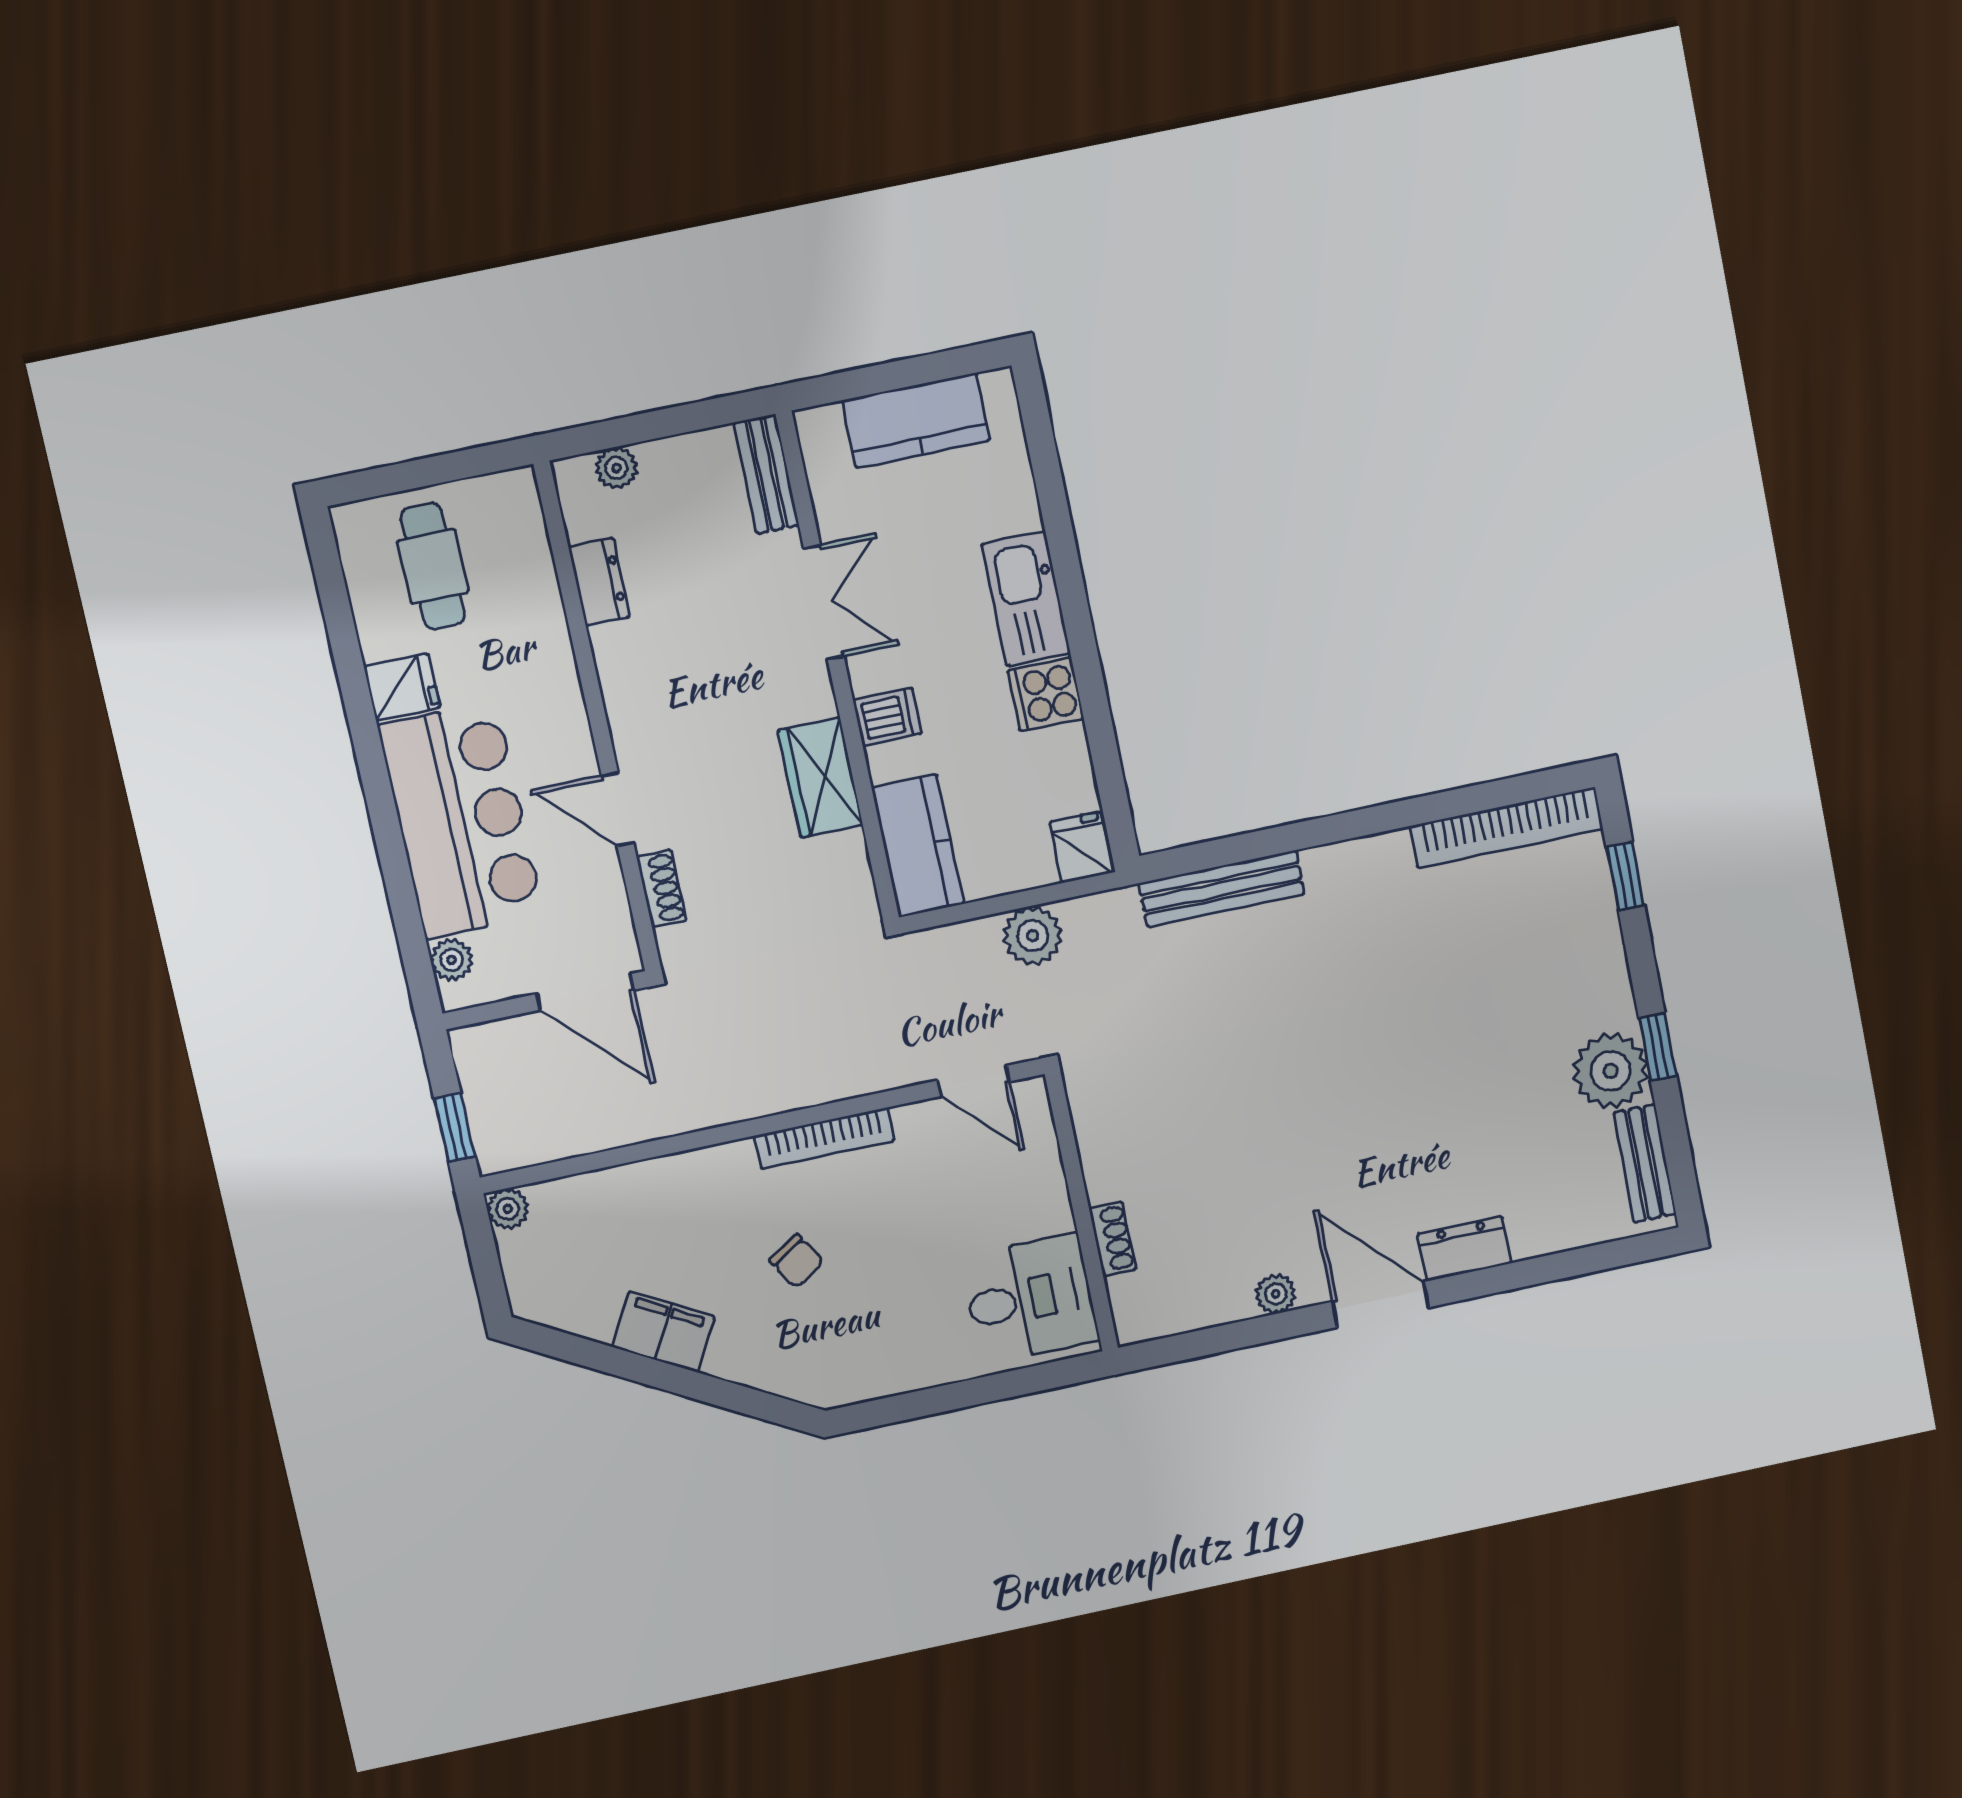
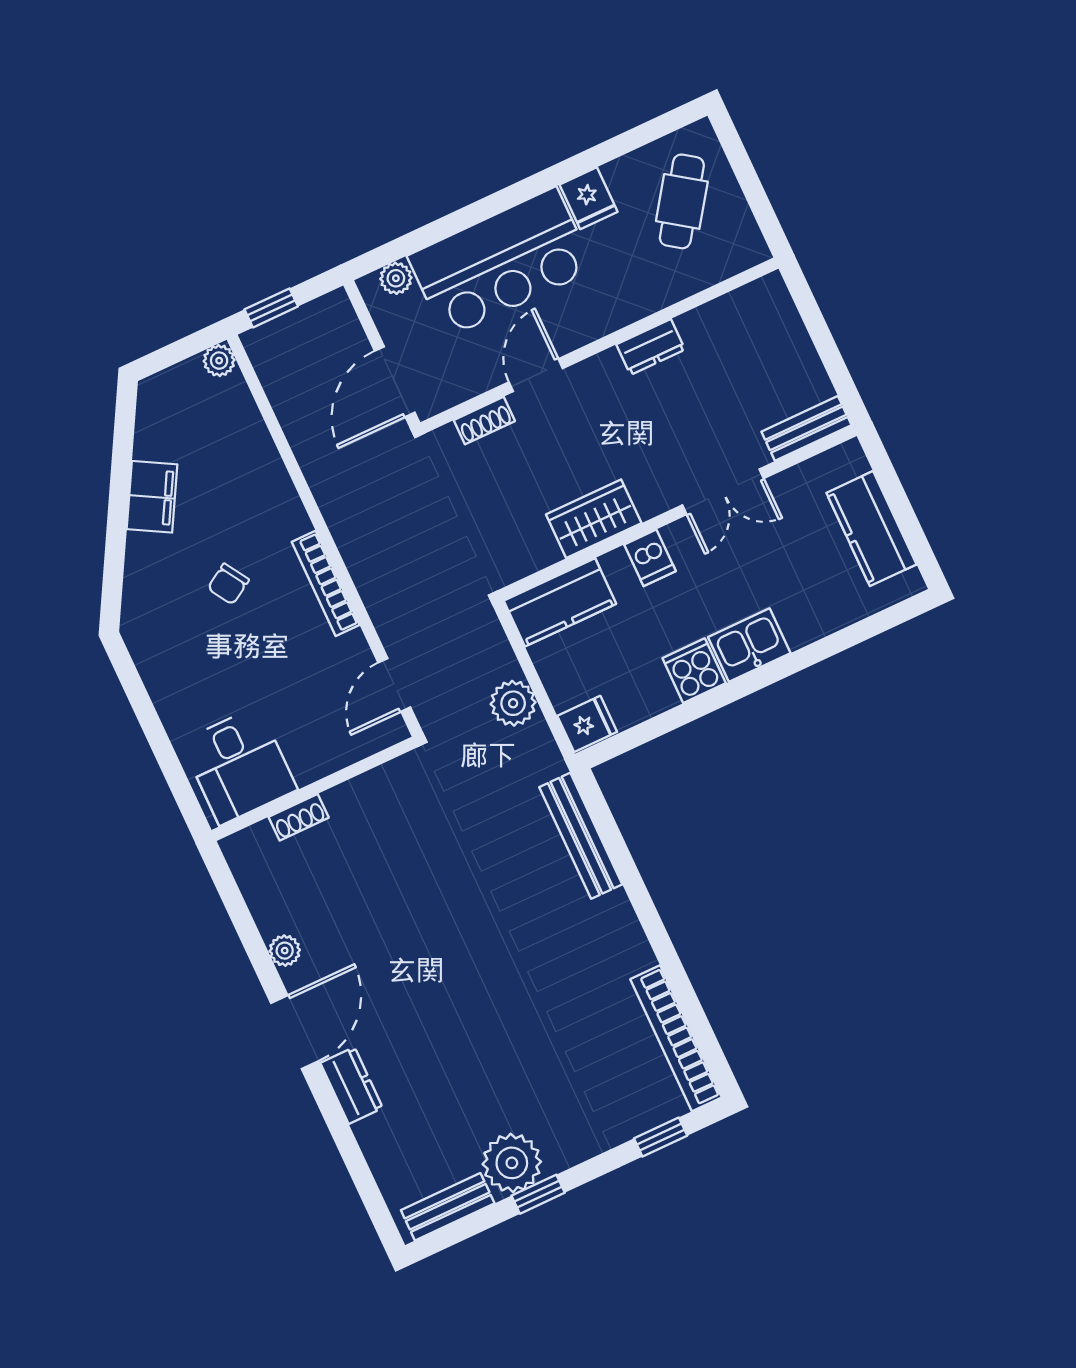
plant: (616, 468) -> (785, 318), removed
cafe table: (433, 566) -> (682, 201), turned -55
dresser: (599, 582) -> (651, 347), moved
kitchen sink: (1026, 599) -> (749, 645), width x0.73

